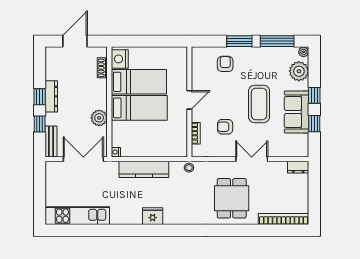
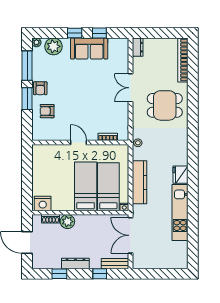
bed: (139, 82) -> (108, 187), moved
window: (40, 97) -> (59, 274), moved
coffee table: (259, 104) -> (82, 81), removed
plant: (99, 118) -> (67, 222), moved
armchair: (225, 127) -> (40, 88), moved
kitchen unit: (77, 216) -> (180, 212), moved

